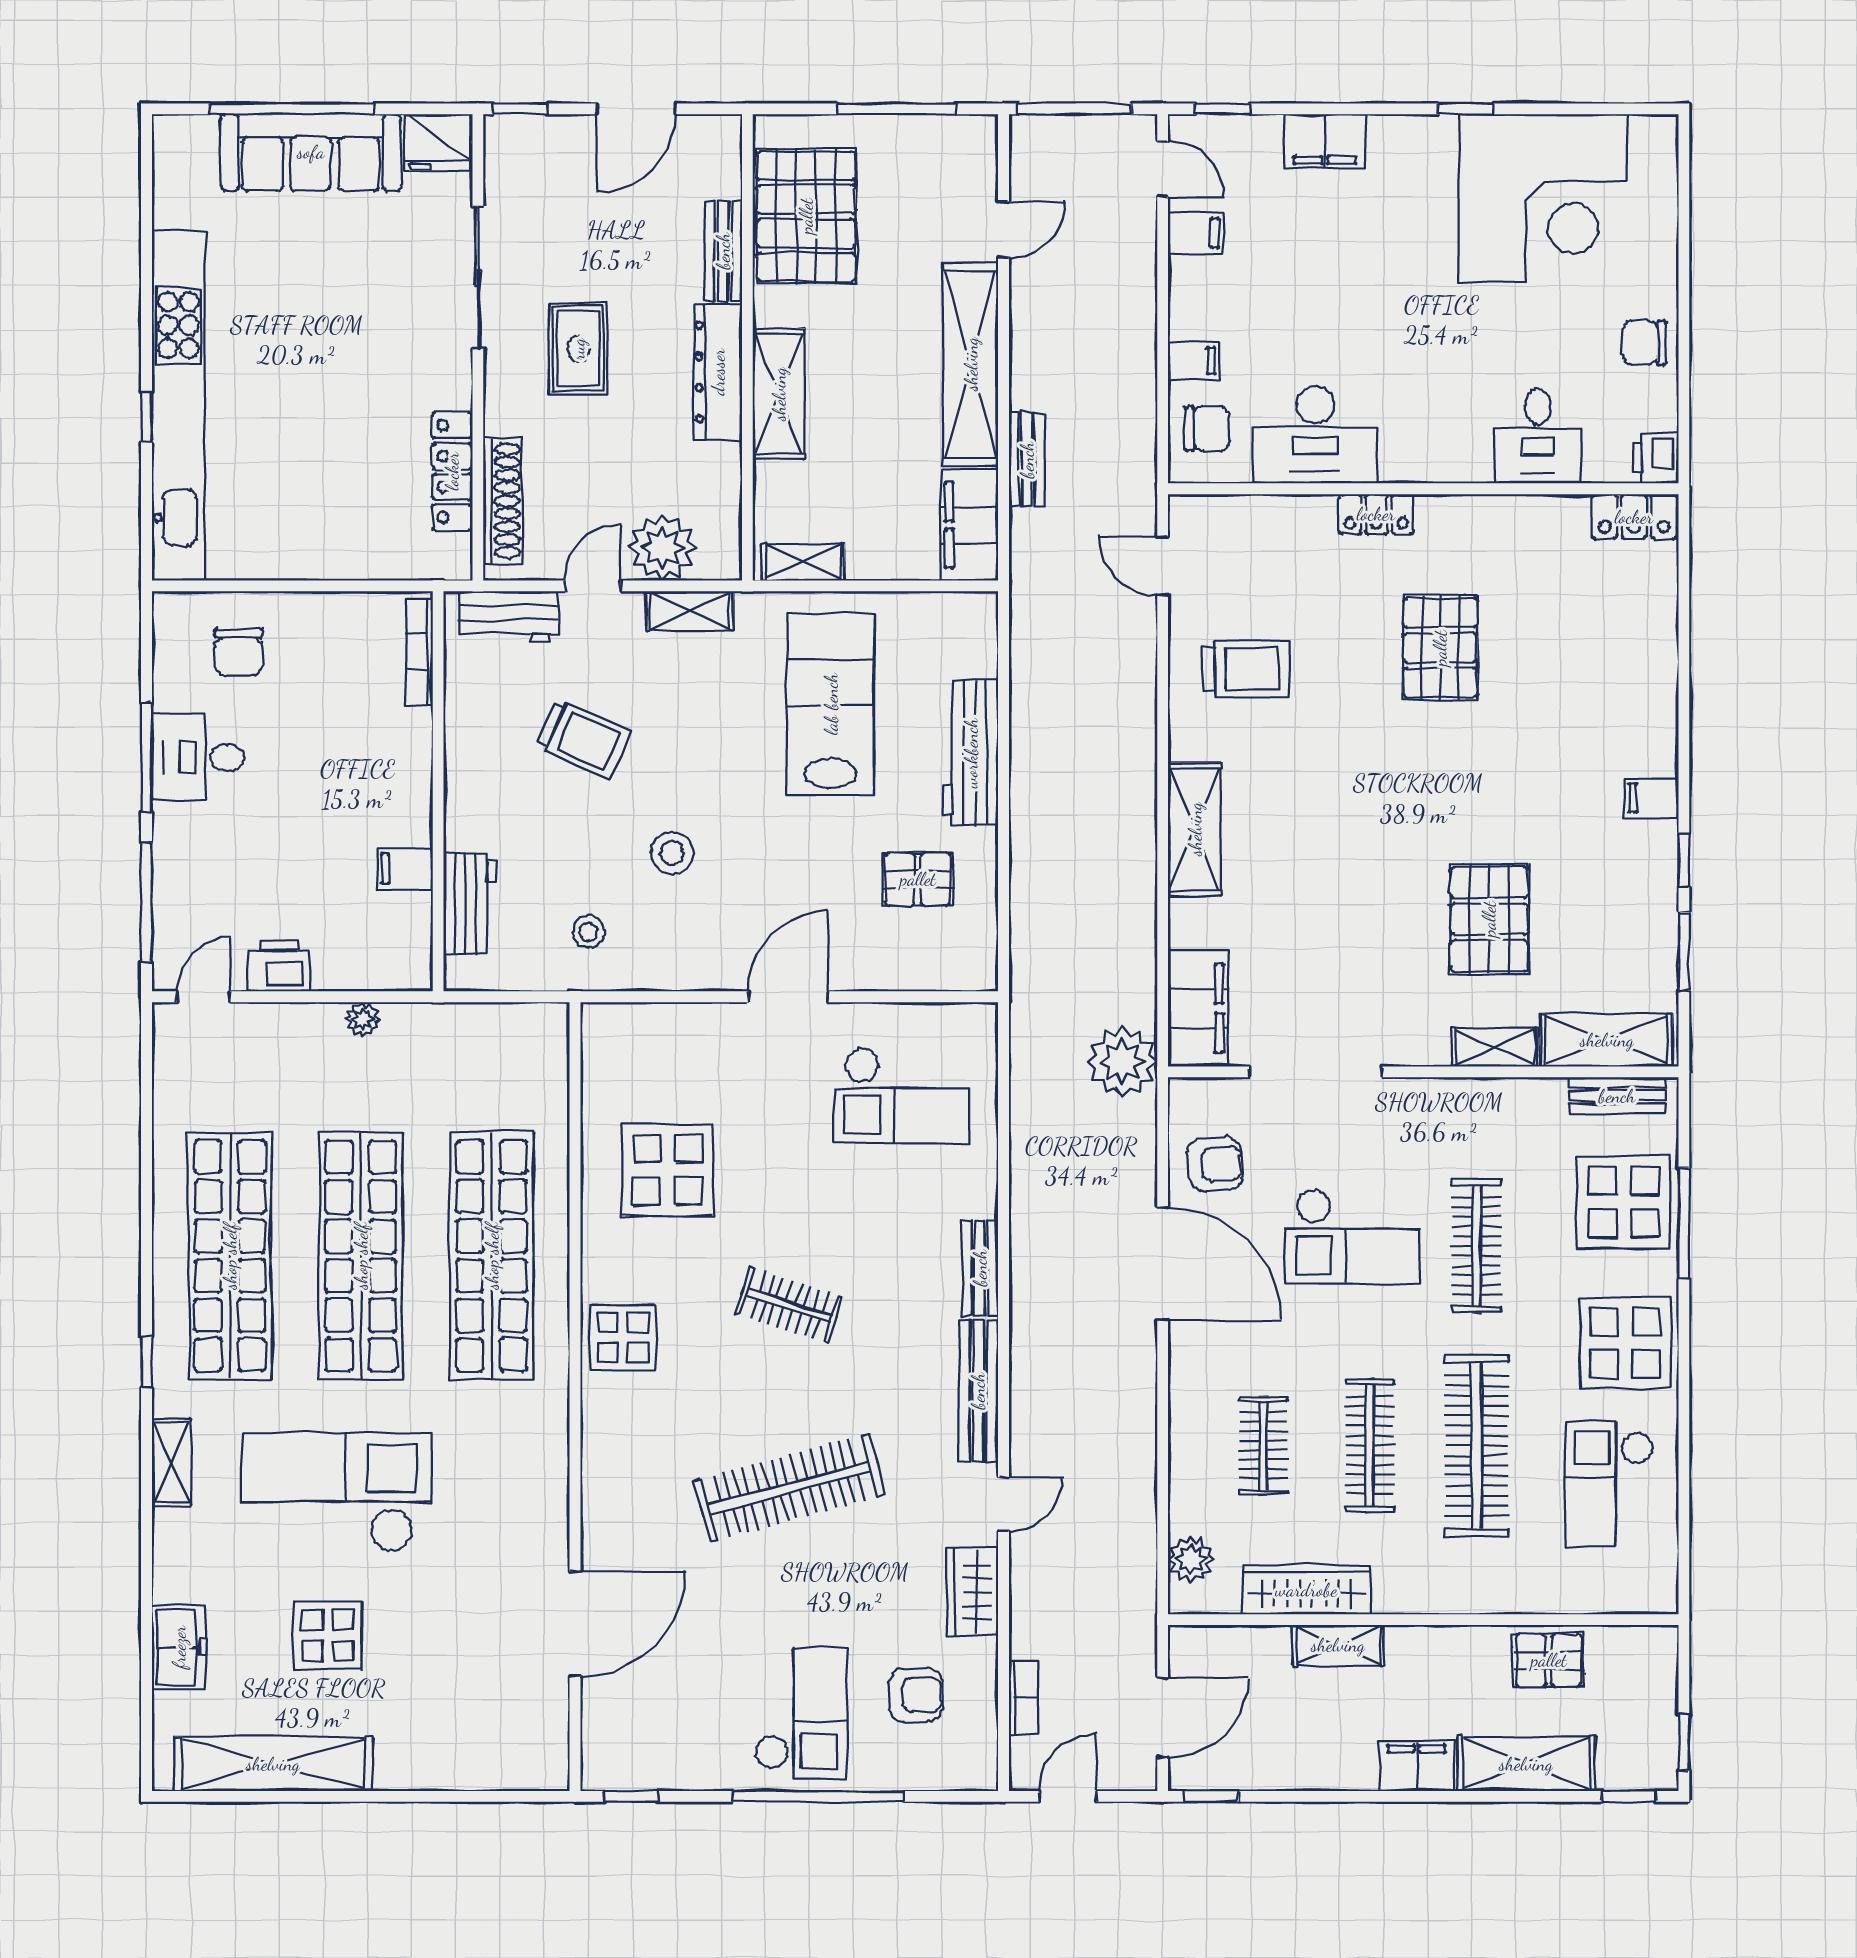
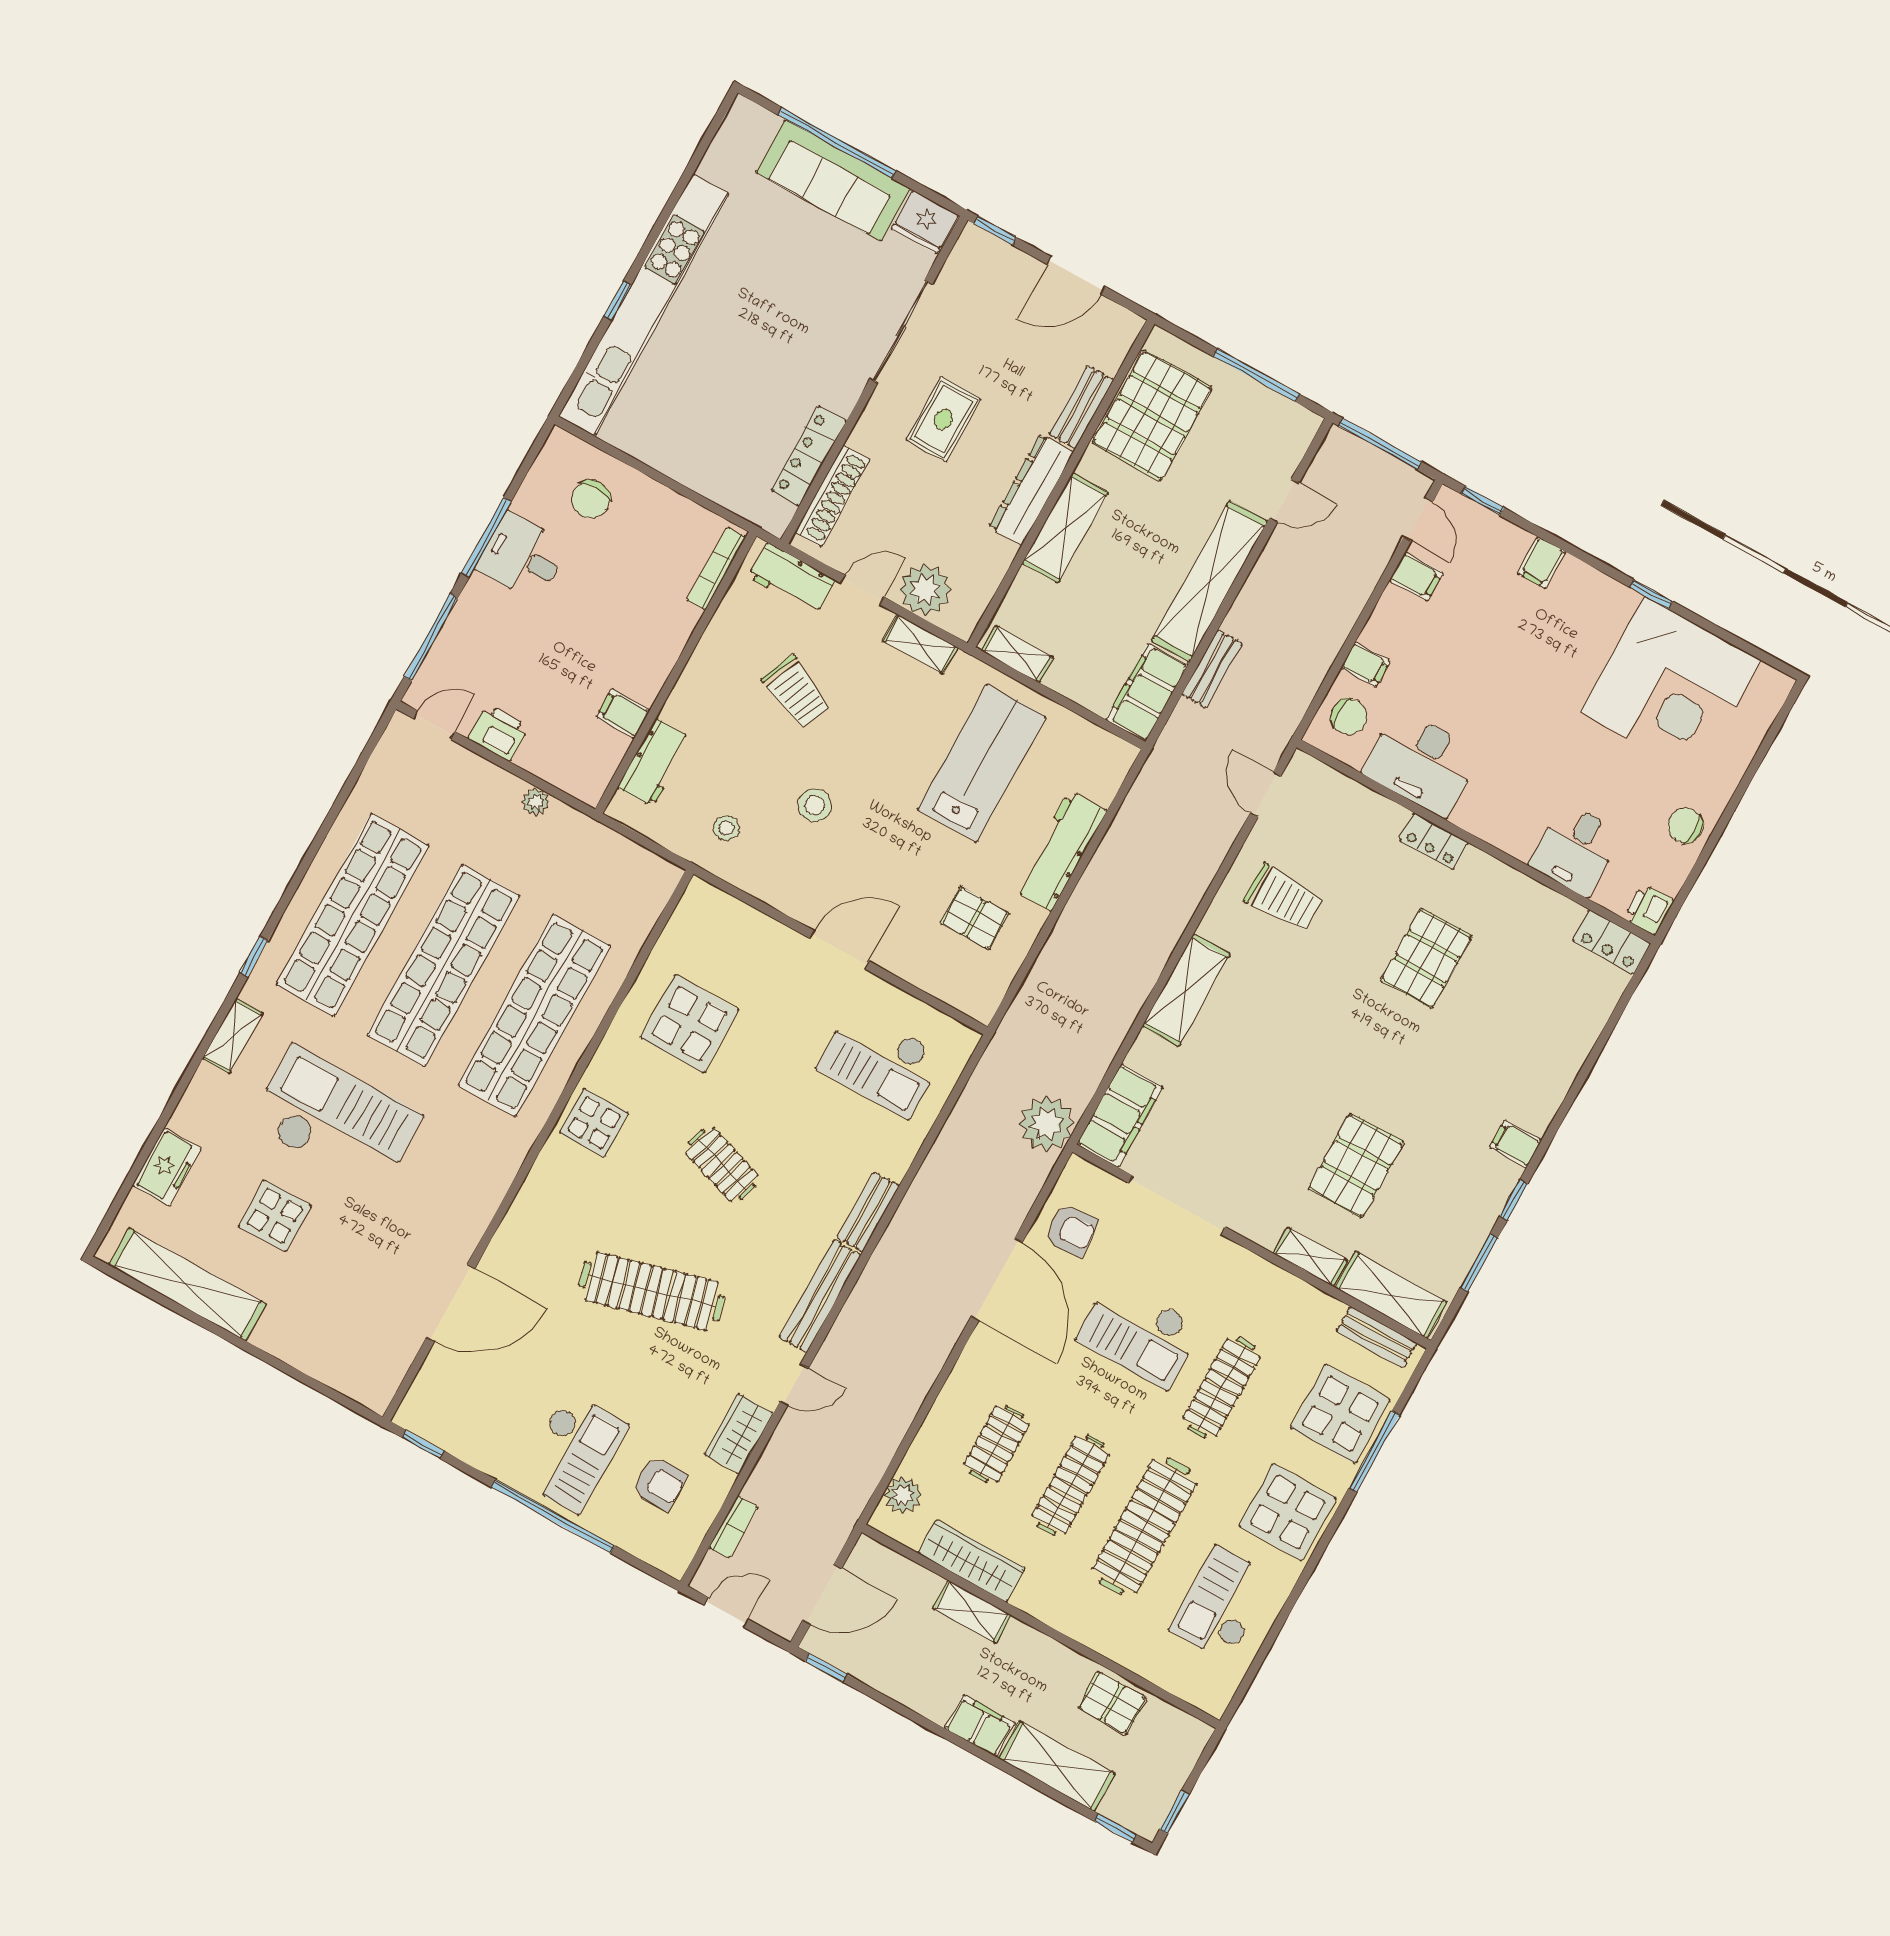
filing cabinet: (1325, 141) -> (1541, 563), width x0.50

